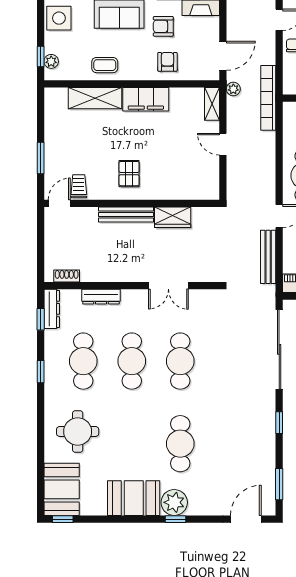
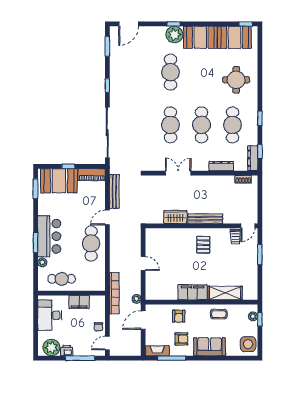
shelving: (212, 104) -> (150, 289), removed
booth: (62, 489) -> (235, 37), moved, turned 90

